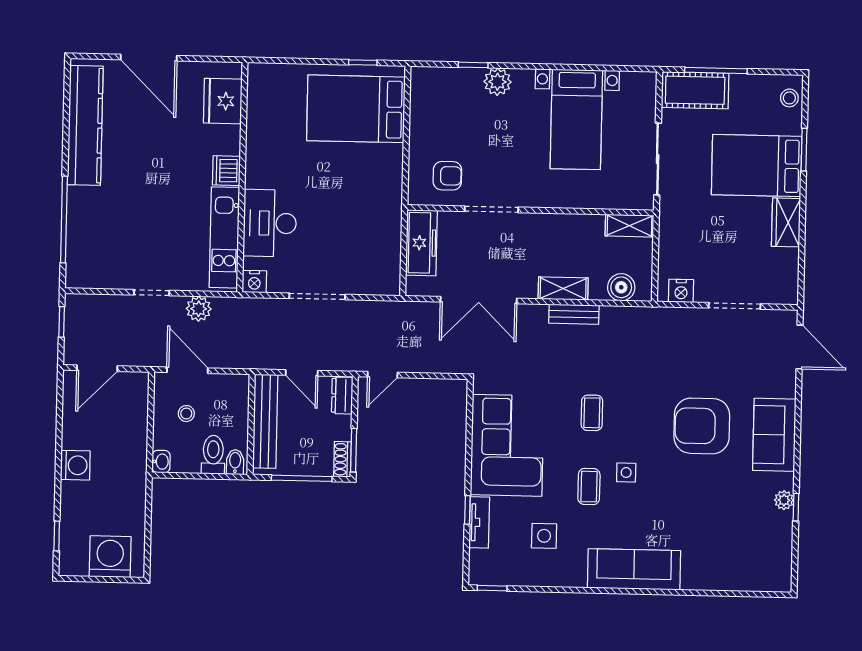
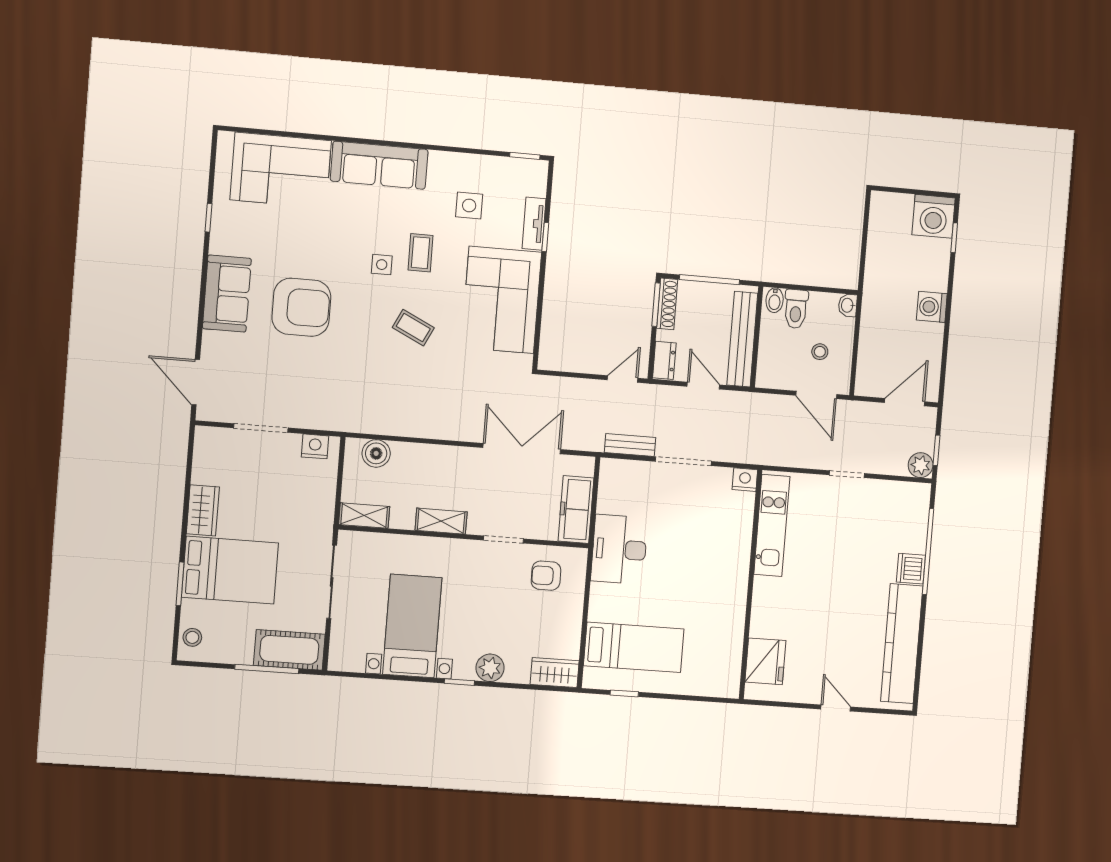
door: (149, 58) -> (836, 708), width x0.53
window: (473, 65) -> (459, 682), moved
wardrobe: (433, 80) -> (555, 673), added
bed: (356, 109) -> (634, 647), width x0.67
dishwasher: (226, 171) -> (911, 569), moved, turned 180
doorway: (491, 209) -> (504, 540), width x0.73
desk: (270, 223) -> (619, 549), moved, turned 180
shelving: (563, 288) -> (441, 521), moved
plant: (199, 309) -> (921, 465), moved
bench: (574, 314) -> (630, 445), moved
coffee table: (592, 413) -> (413, 328), turned -64
shoe rack: (342, 459) -> (667, 304), width x1.43
plant: (784, 500) -> (220, 226), removed
washing machine: (110, 557) -> (934, 216), moved
corner sofa: (729, 558) -> (281, 170), added

